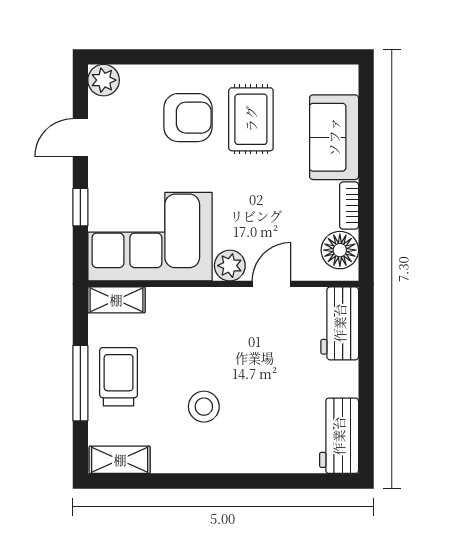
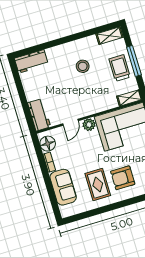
trolley: (119, 377) -> (120, 68), turned 180
workbench: (339, 436) -> (31, 61), moved, turned 90

